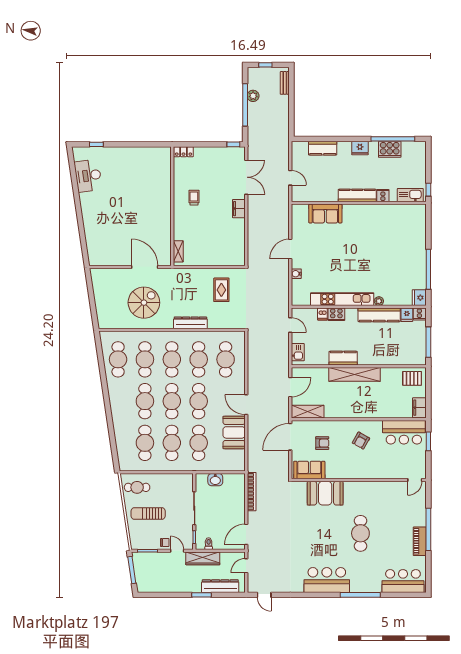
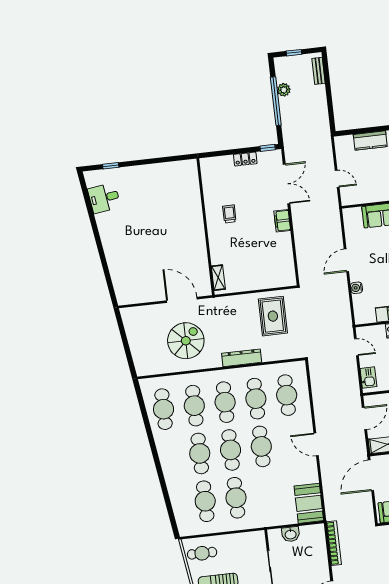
locker: (184, 152) -> (245, 159), moved
desk: (88, 176) -> (104, 198), width x0.73
rug: (221, 290) -> (273, 316), width x1.36, depth x1.43
booth: (234, 432) -> (309, 503), moved
cafe table: (199, 443) -> (267, 494), removed

